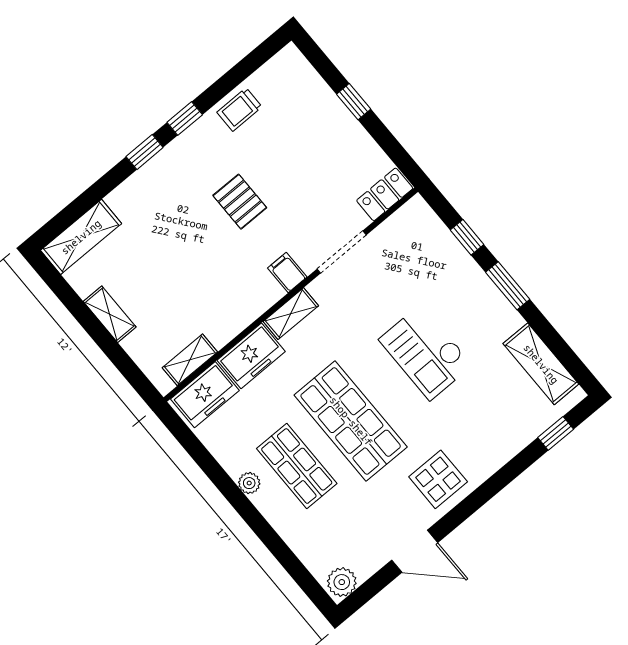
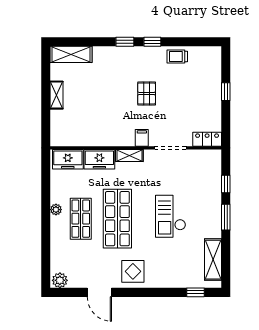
shelving: (190, 360) -> (73, 140), removed

